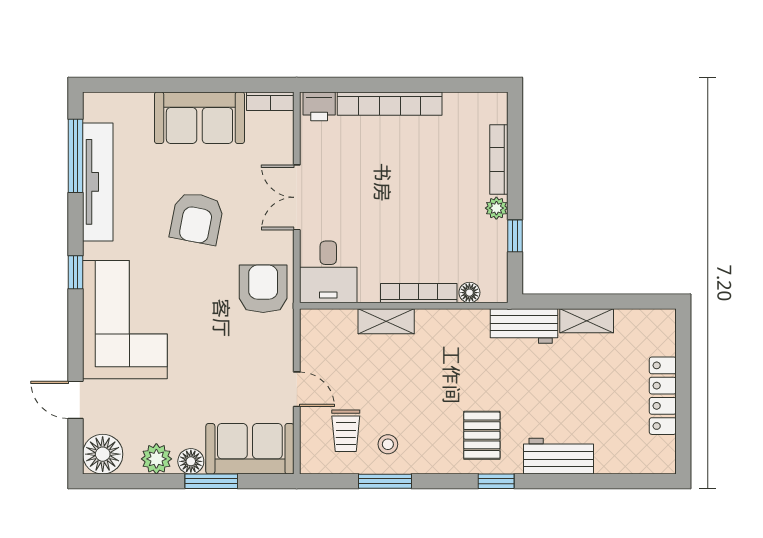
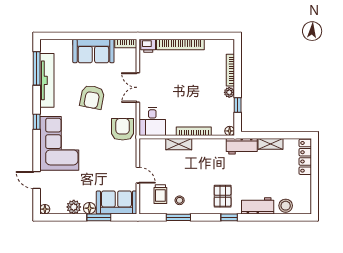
floor lamp: (469, 293) -> (230, 131), moved
locker: (663, 396) -> (305, 157), moved
floor lamp: (103, 454) -> (45, 209), width x0.53, depth x0.53
stool: (620, 456) -> (286, 206), added

